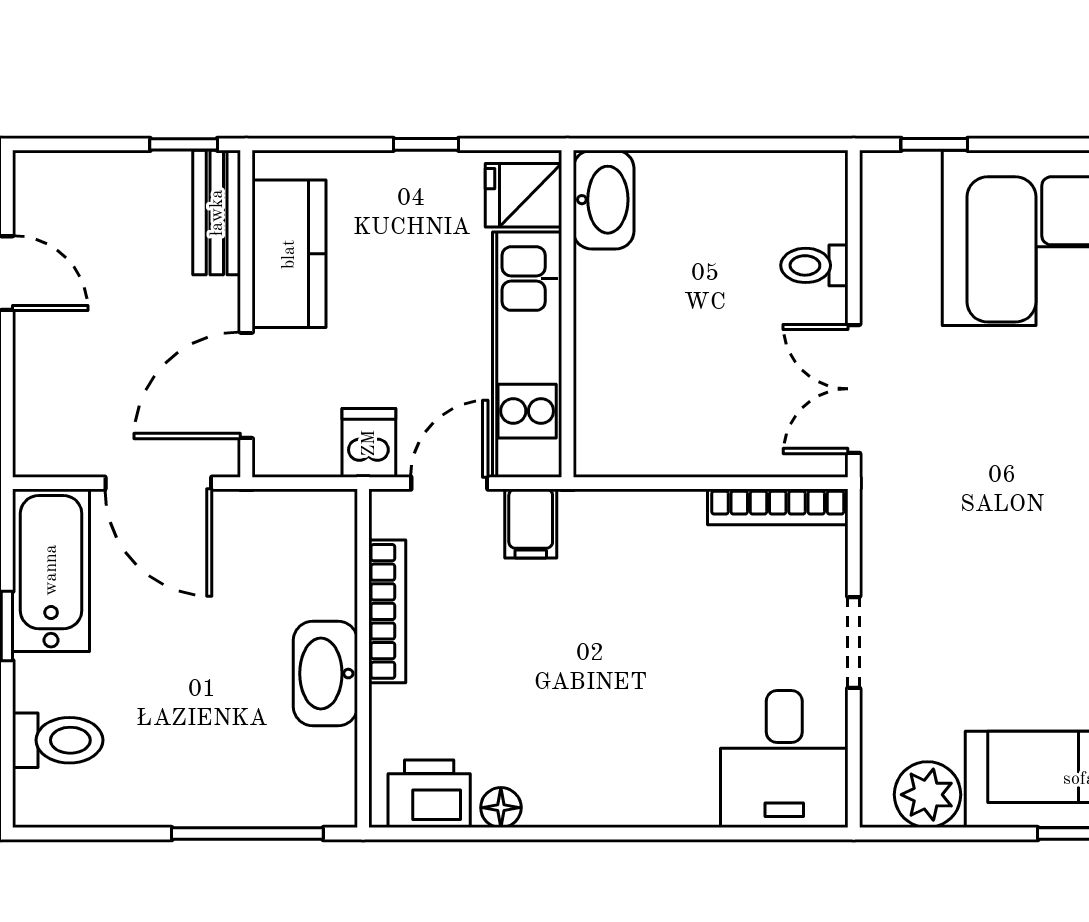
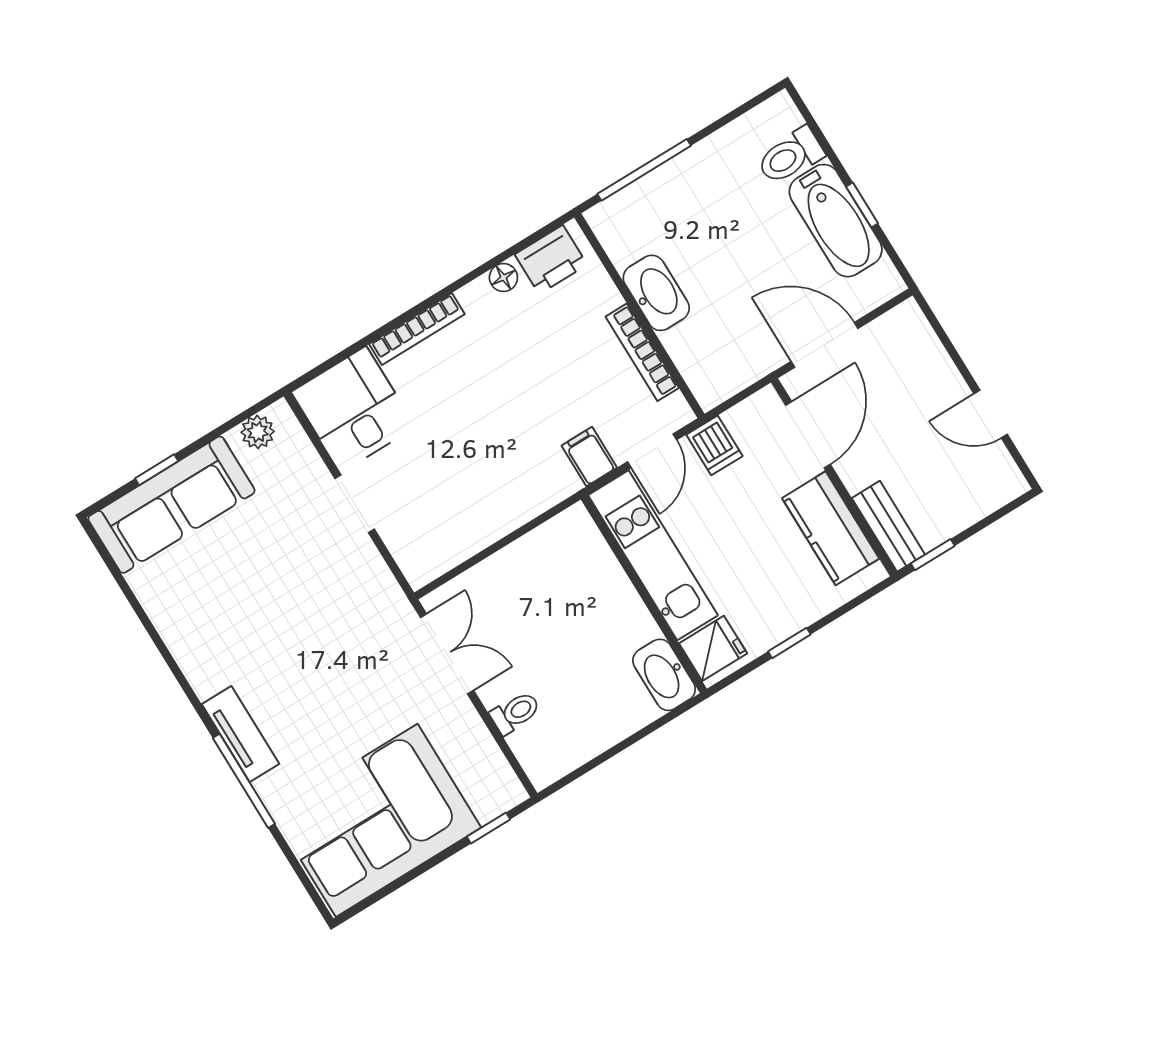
bookcase: (778, 507) -> (417, 329), moved, turned 180
bathtub: (51, 570) -> (836, 221), moved
plant: (928, 795) -> (258, 432), width x0.73, depth x0.73

